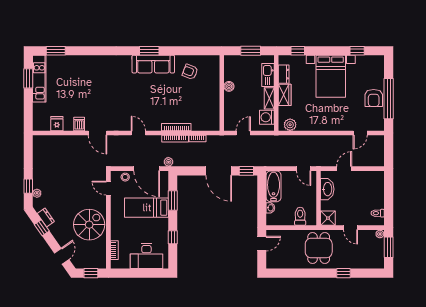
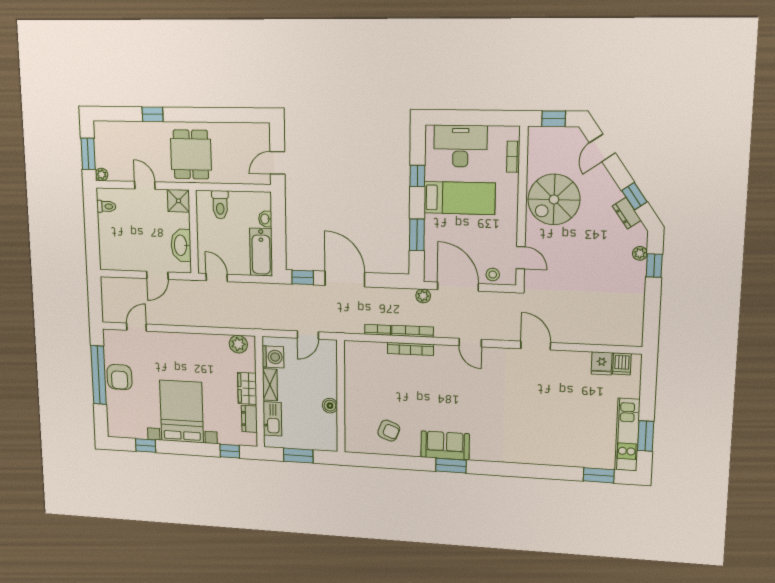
sofa: (153, 64) -> (445, 445), width x0.73
armchair: (374, 98) -> (119, 377), turned 180
dishwasher: (79, 124) -> (622, 364), moved
bed: (147, 208) -> (460, 198), moved

